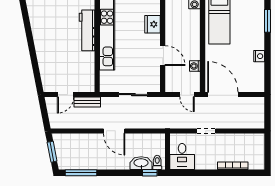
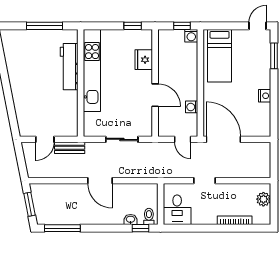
plant: (258, 147) -> (263, 199), added
washbasin: (141, 163) -> (131, 220), width x0.52, depth x0.69

